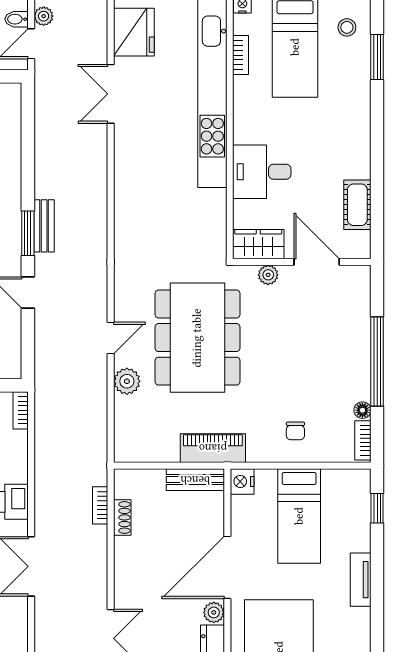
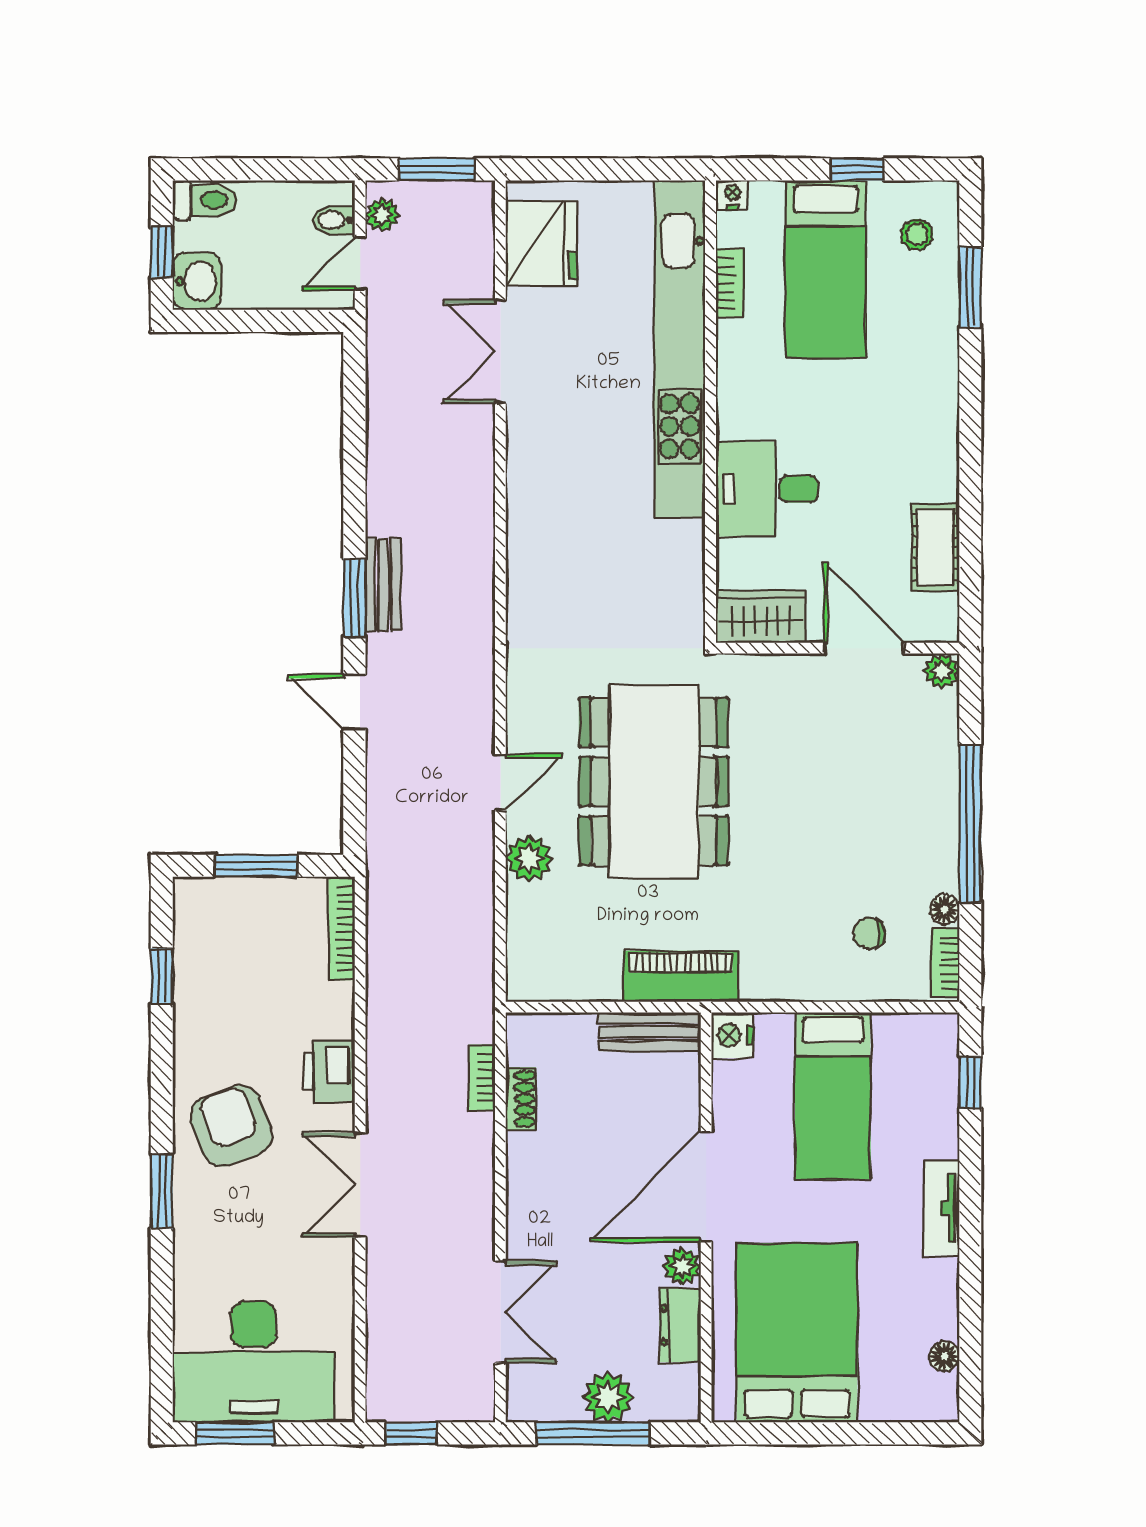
plant: (268, 275) -> (942, 671), moved
bookcase: (21, 410) -> (342, 928), width x1.56
chair: (295, 431) -> (869, 933), moved, turned 90

